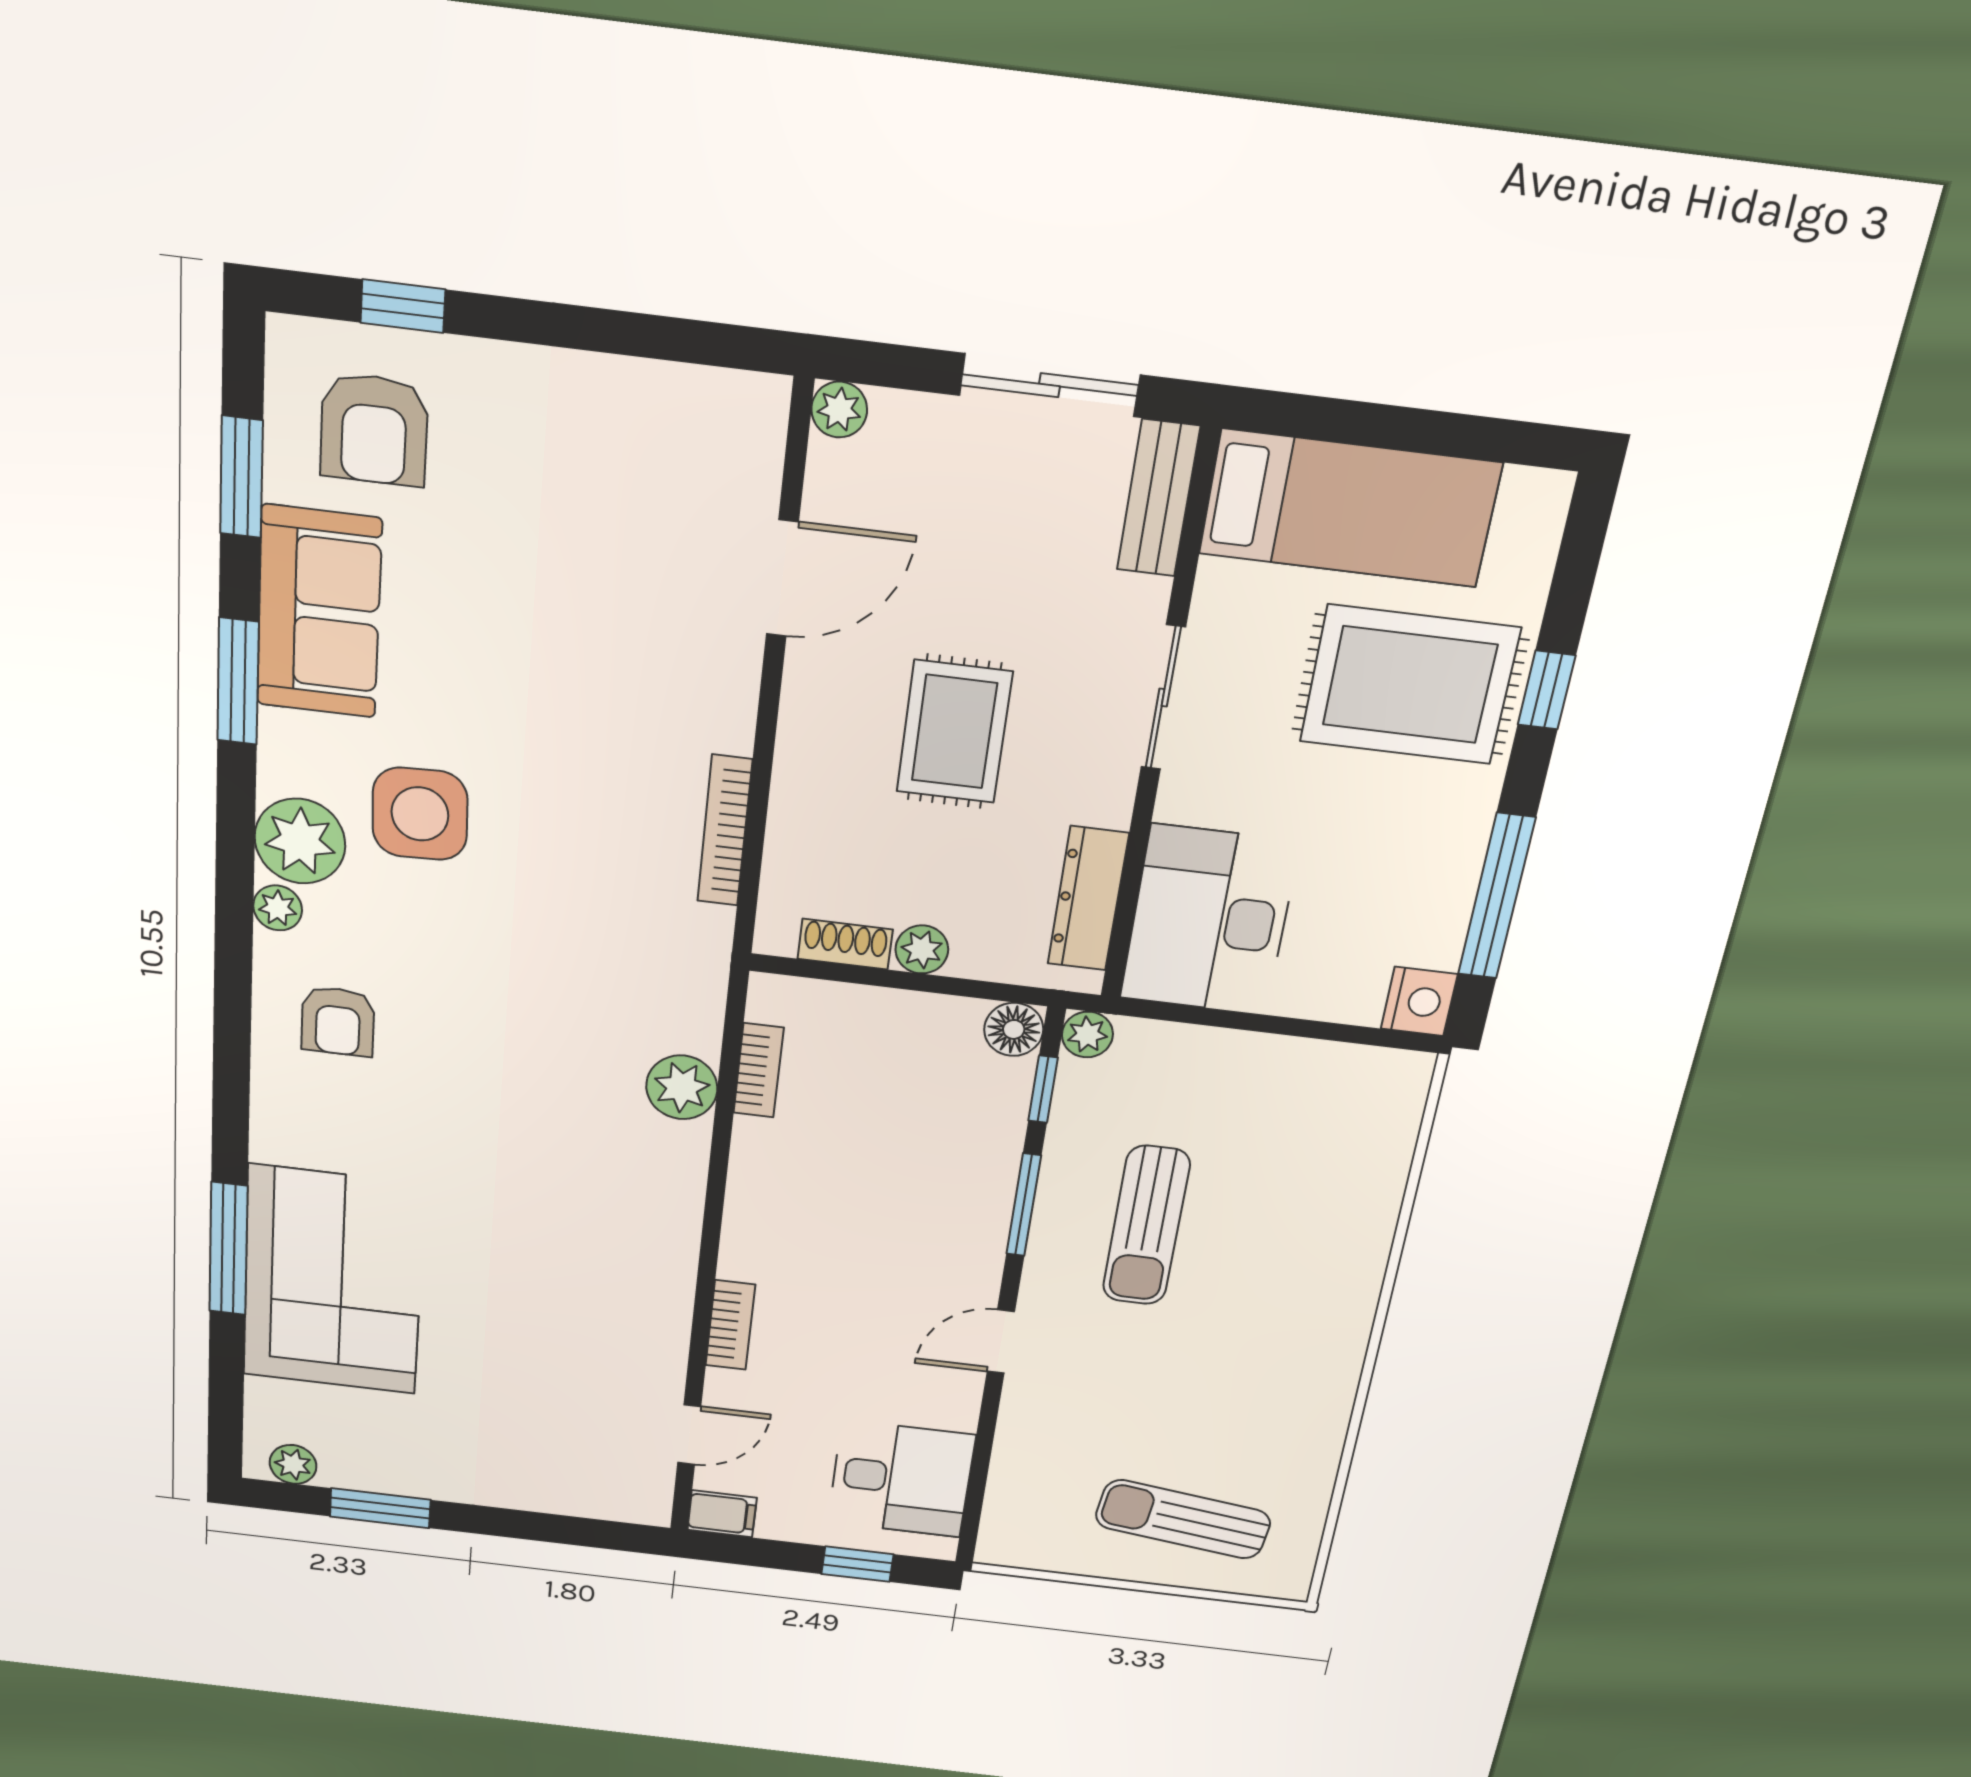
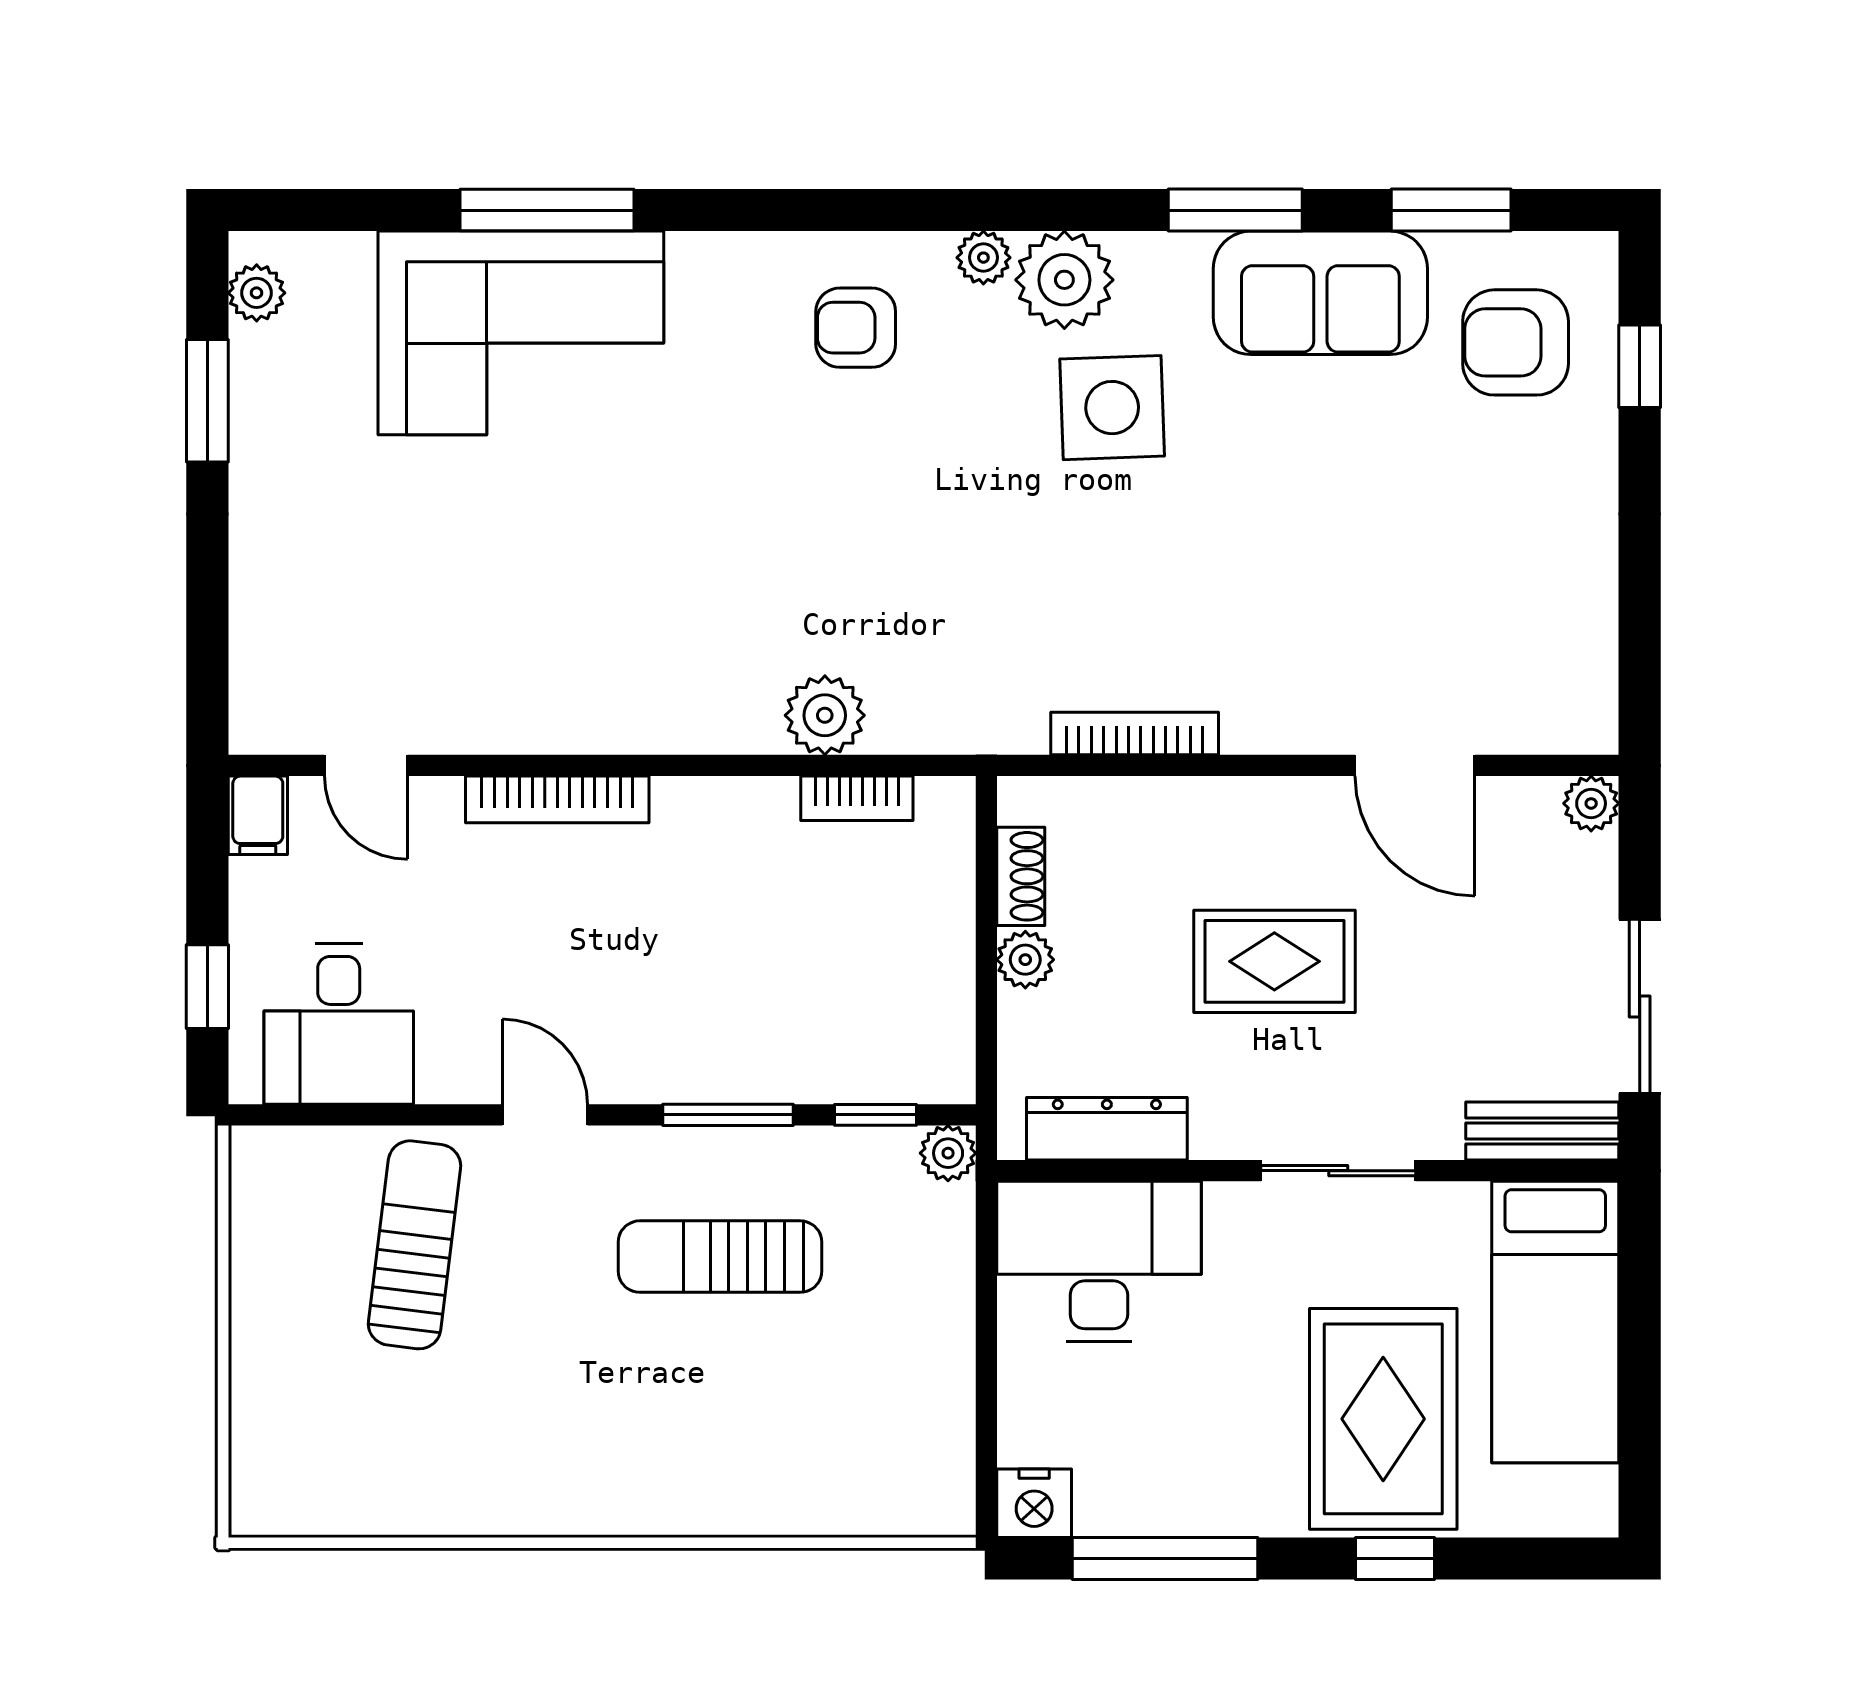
floor lamp: (1014, 1029) -> (944, 1072), removed
bookcase: (730, 1325) -> (557, 799), width x1.56
sun lounger: (1183, 1519) -> (415, 1245), moved

